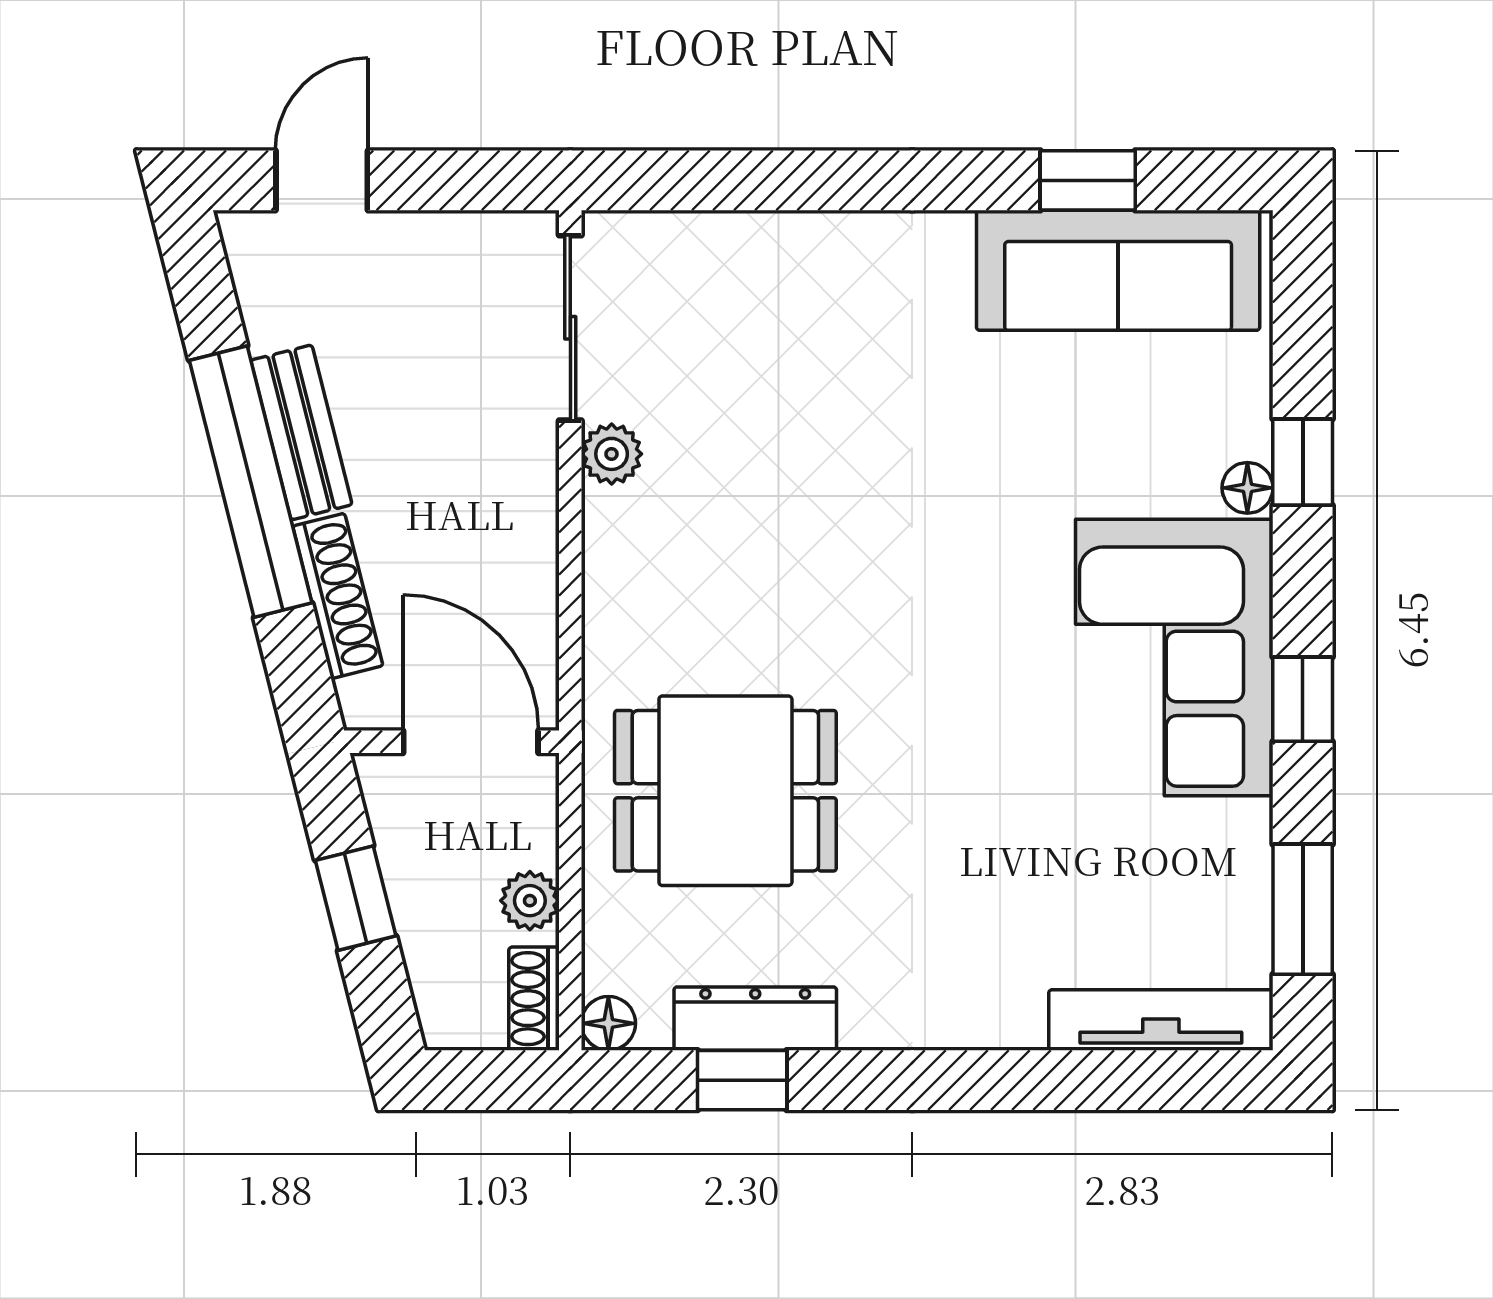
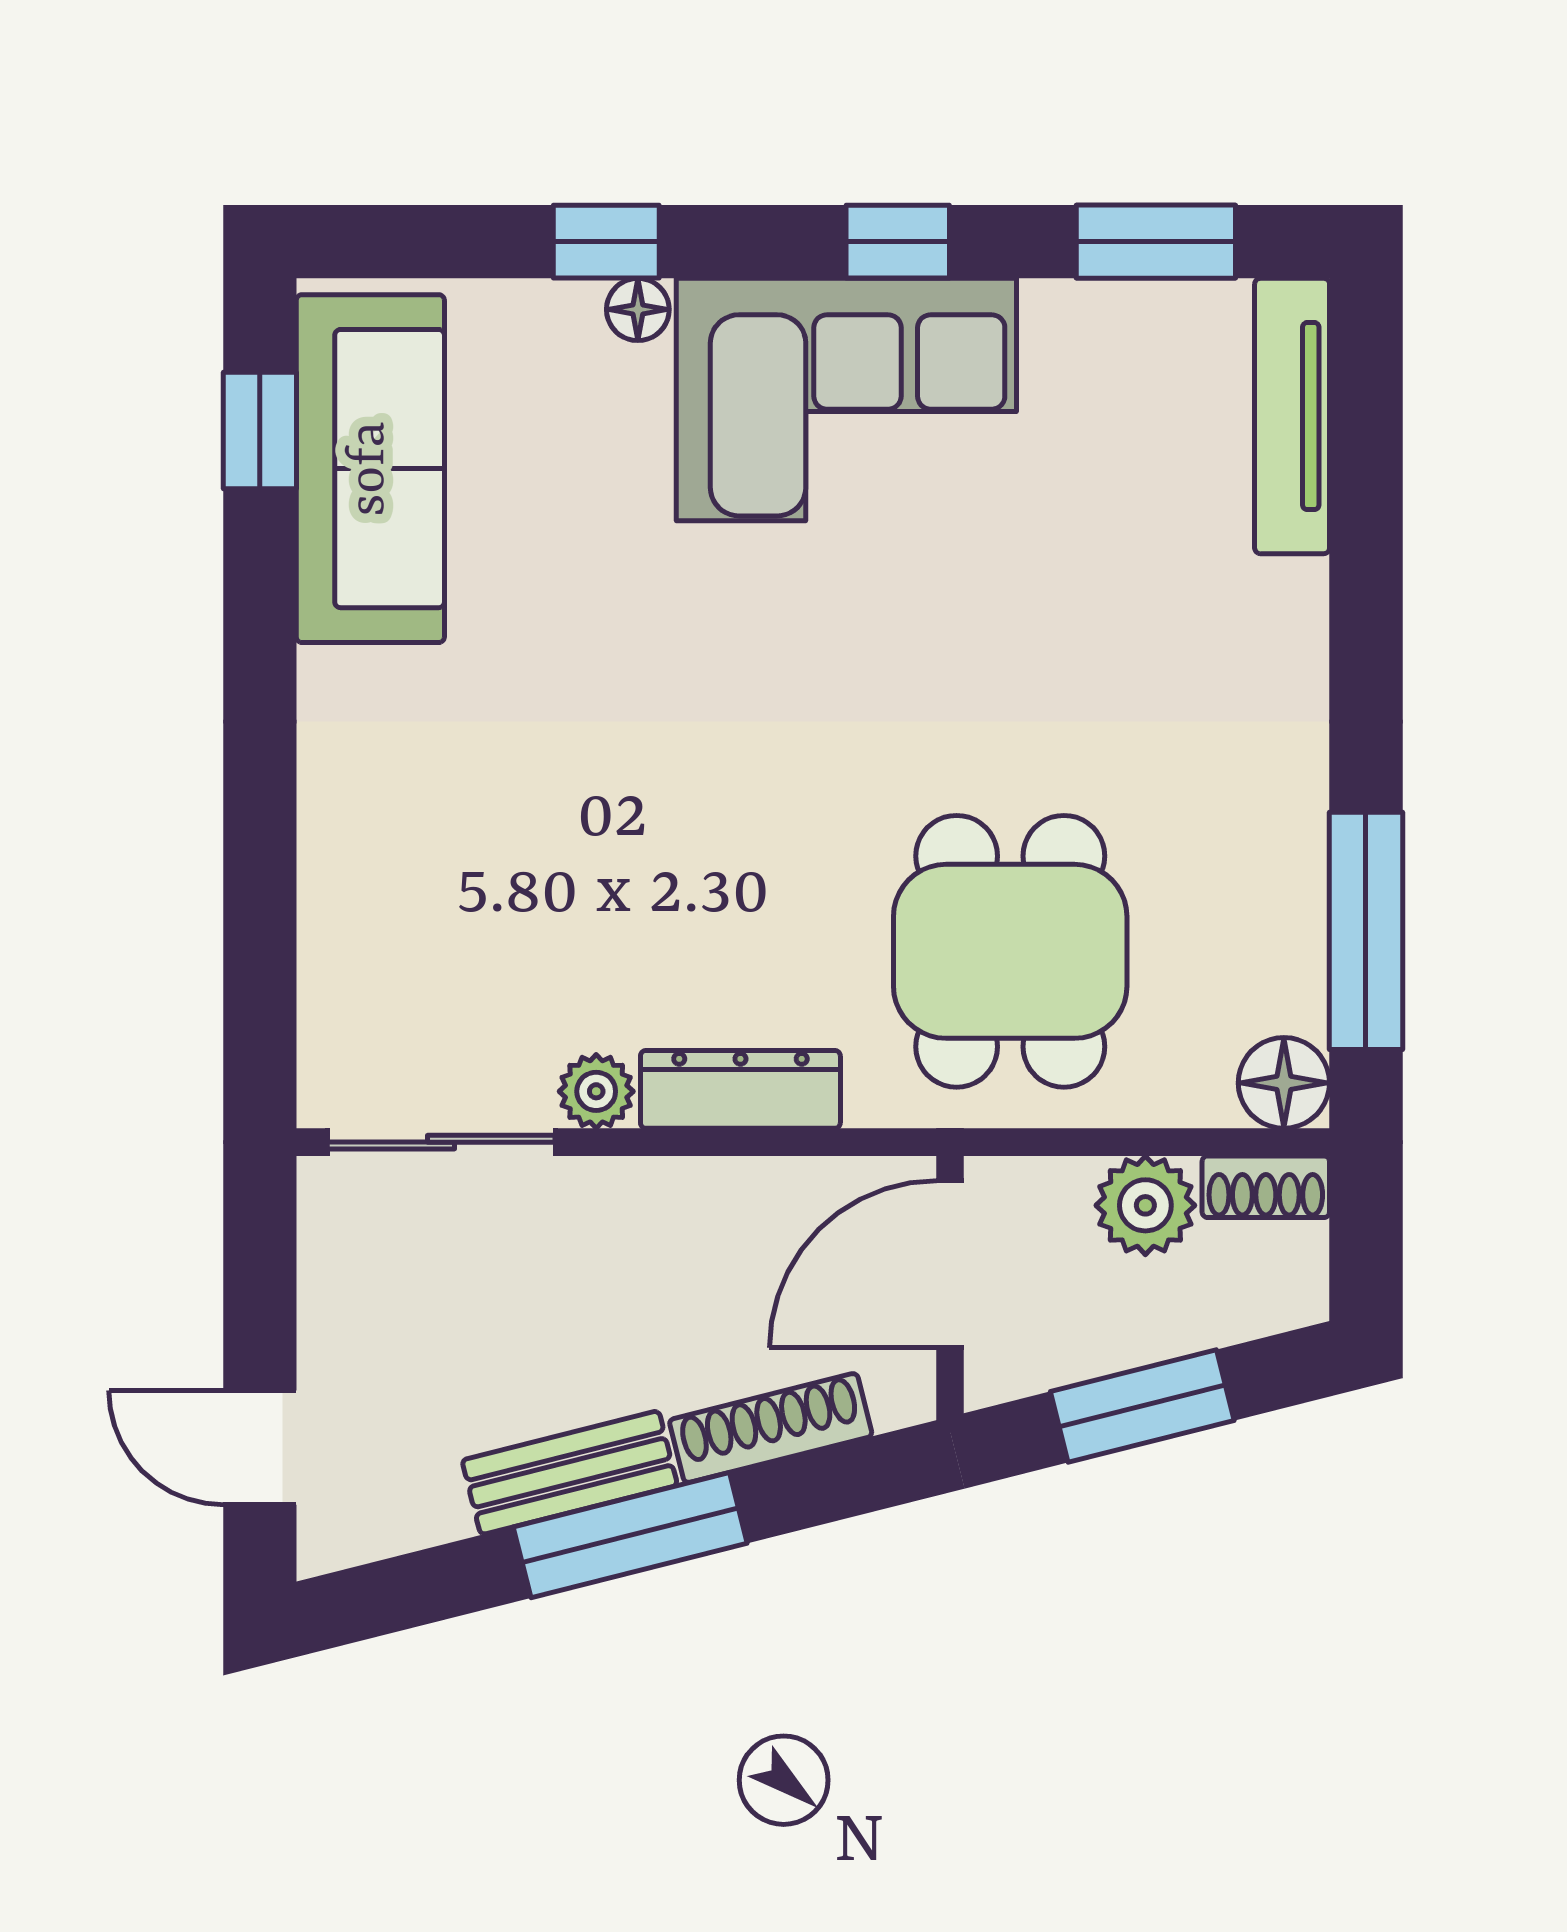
window: (1088, 180) -> (260, 431), moved
window: (251, 482) -> (630, 1535), width x0.68
window: (356, 898) -> (1142, 1406), width x1.50
plant: (530, 901) -> (1145, 1205), width x1.38, depth x1.38
dresser: (755, 1019) -> (740, 1089), moved, turned 90
floor lamp: (608, 1023) -> (1284, 1083), width x1.37, depth x1.37
window: (742, 1080) -> (1366, 931), width x2.17

